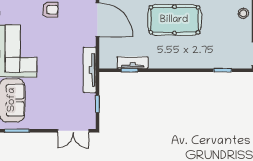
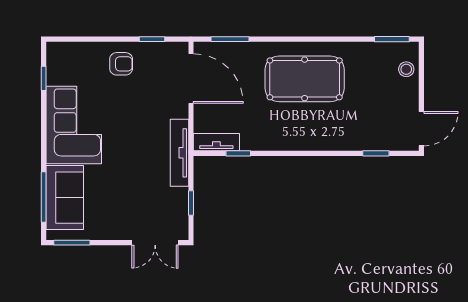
tv unit: (133, 63) -> (216, 142), moved

